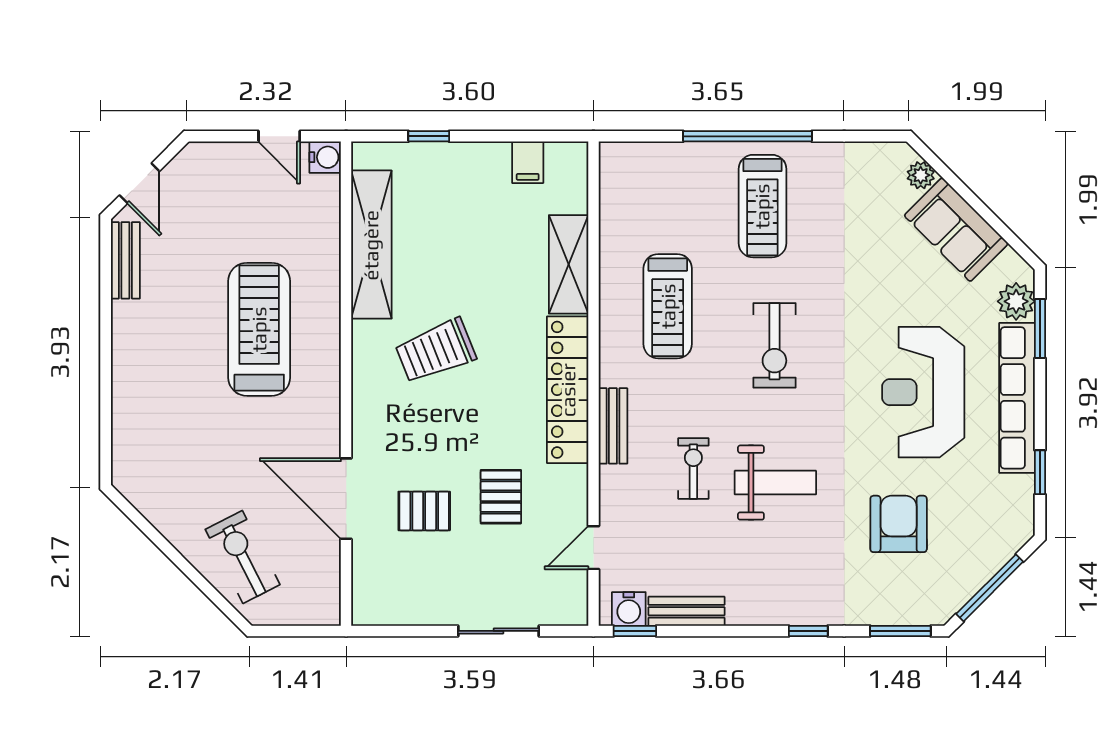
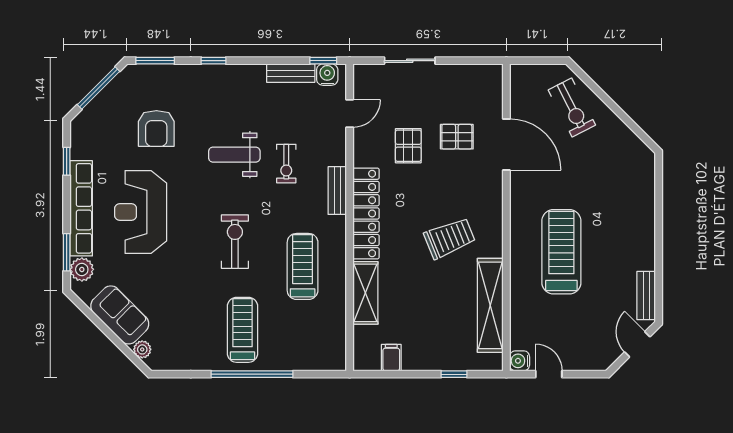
treadmill: (259, 329) -> (561, 252), turned 180
reception desk: (923, 392) -> (141, 212), turned 180

